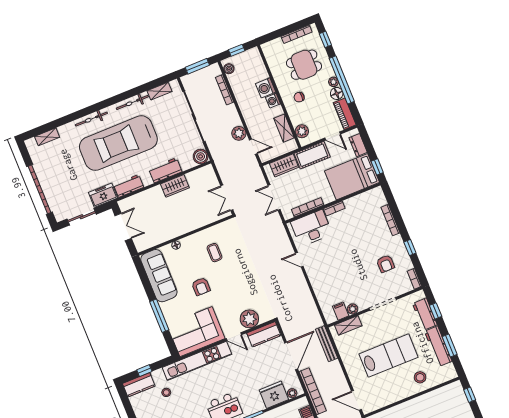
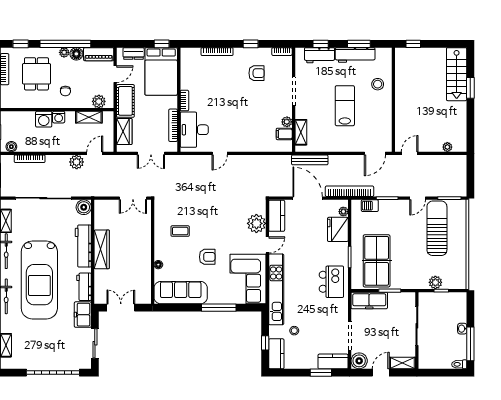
workbench: (165, 170) -> (83, 246), width x1.37
wardrobe: (175, 186) -> (102, 249), width x1.50
lab bench: (389, 356) -> (345, 106), width x0.73, depth x0.72

